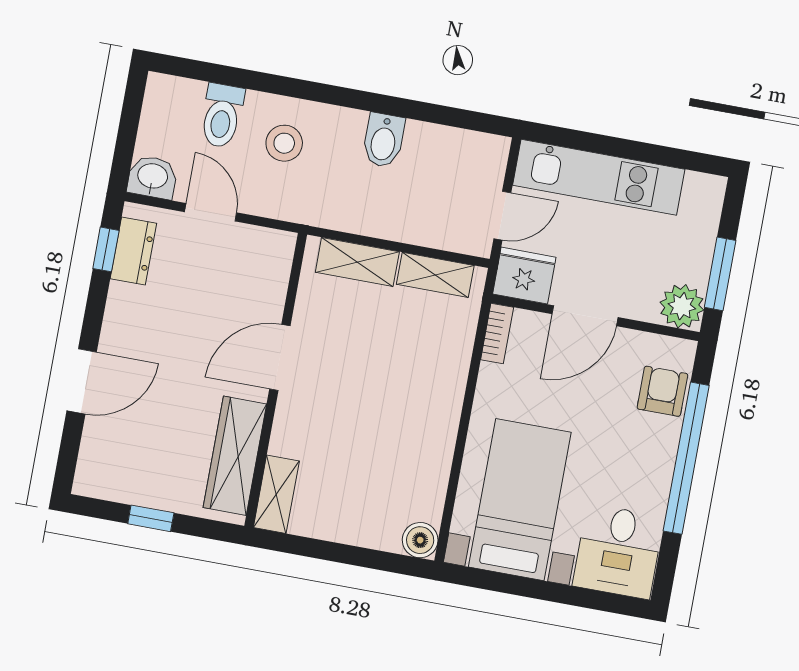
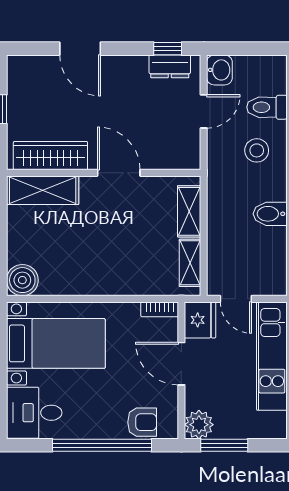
shelving: (276, 494) -> (43, 190), width x1.50, depth x1.33
boiler: (420, 540) -> (22, 280), width x1.36, depth x1.36

